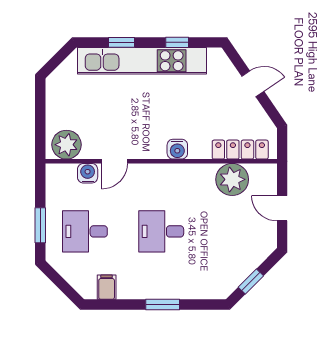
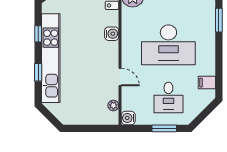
plant: (66, 145) -> (113, 105), width x0.53, depth x0.53
water cooler: (88, 173) -> (128, 118), moved
desk: (161, 231) -> (168, 45), width x1.87, depth x1.30
window: (163, 305) -> (219, 20), moved

